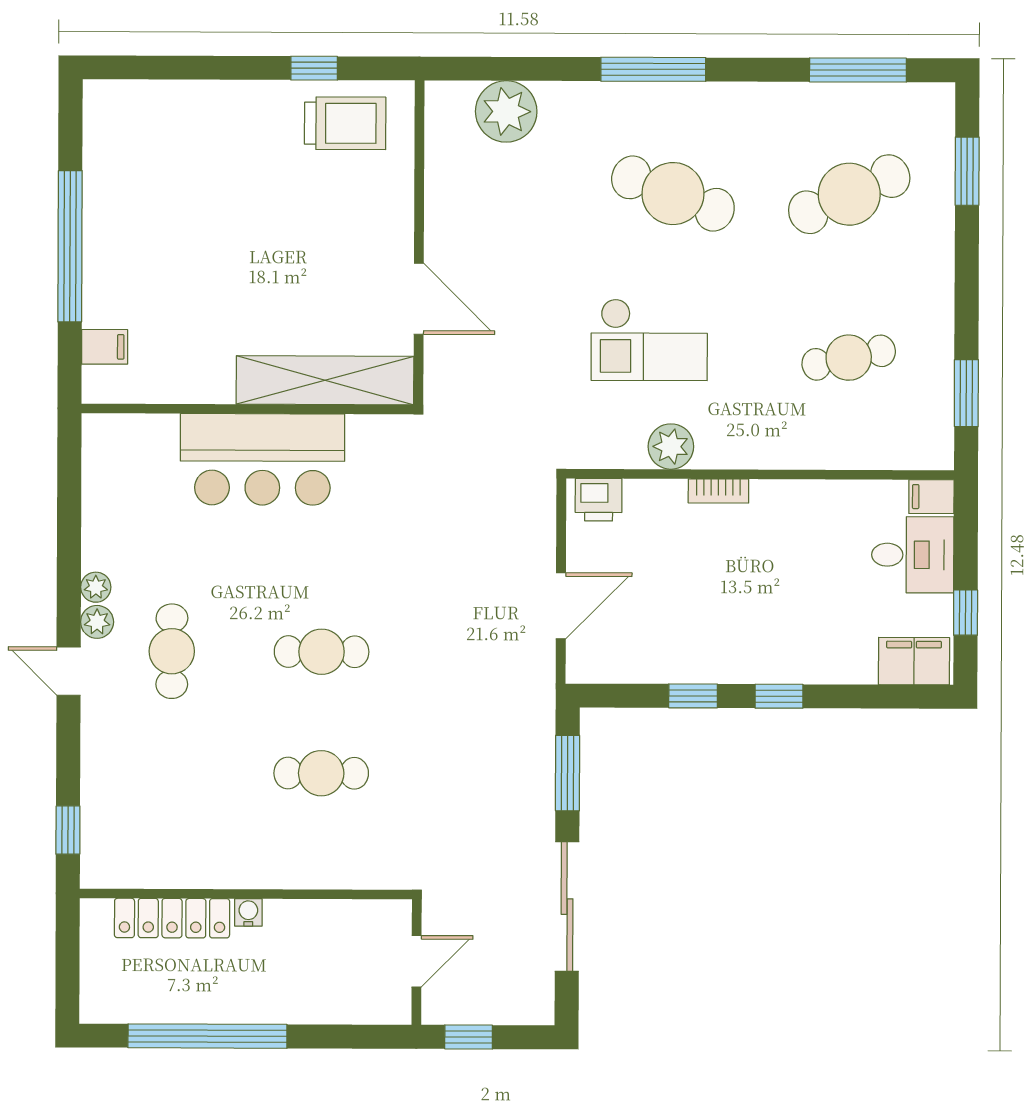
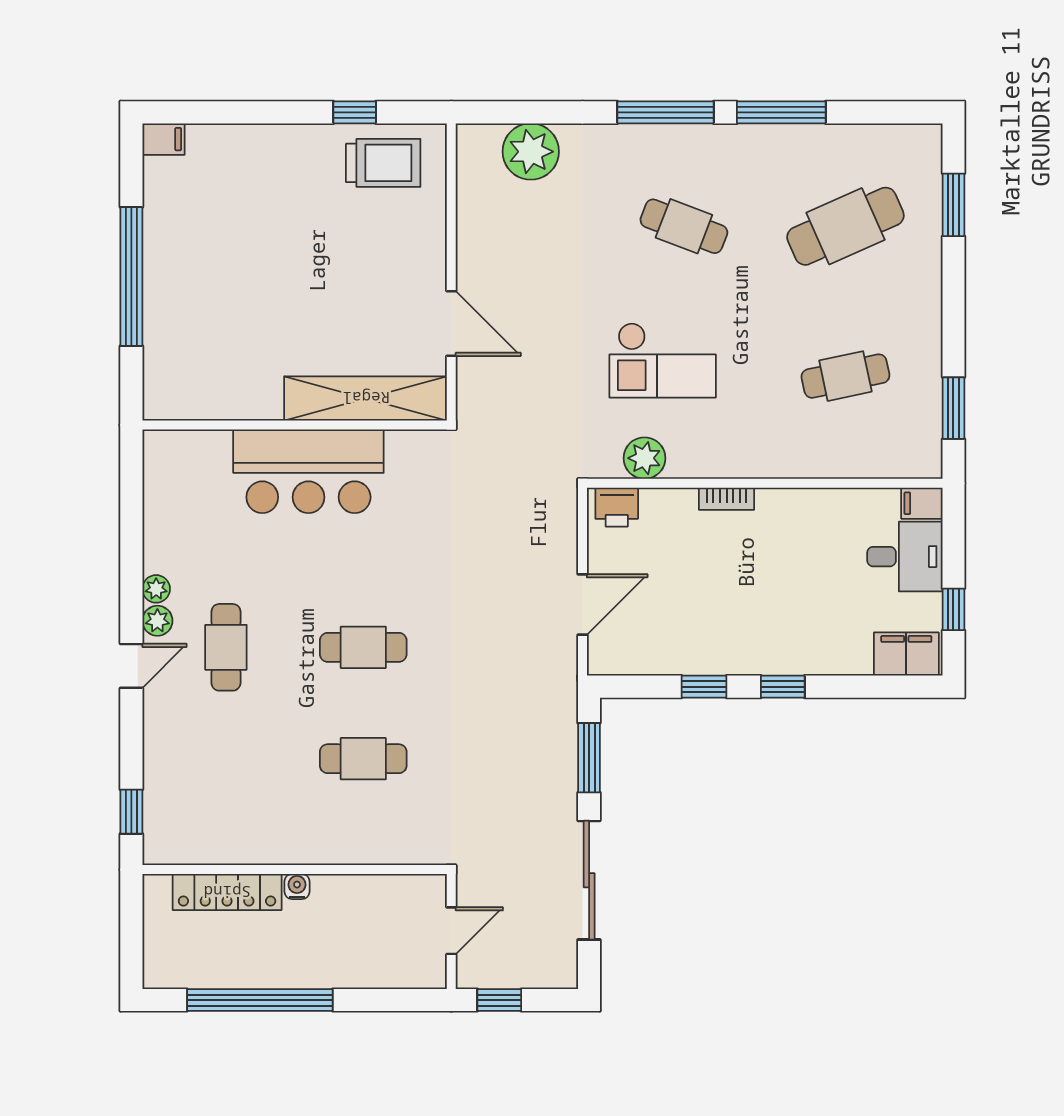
window: (858, 70) -> (781, 112), moved
cafe table: (673, 194) -> (684, 226), width x0.73, depth x0.74
filing cabinet: (105, 347) -> (163, 139), moved
plant: (671, 447) -> (644, 458), moved
door: (69, 671) -> (131, 666), swing flipped

